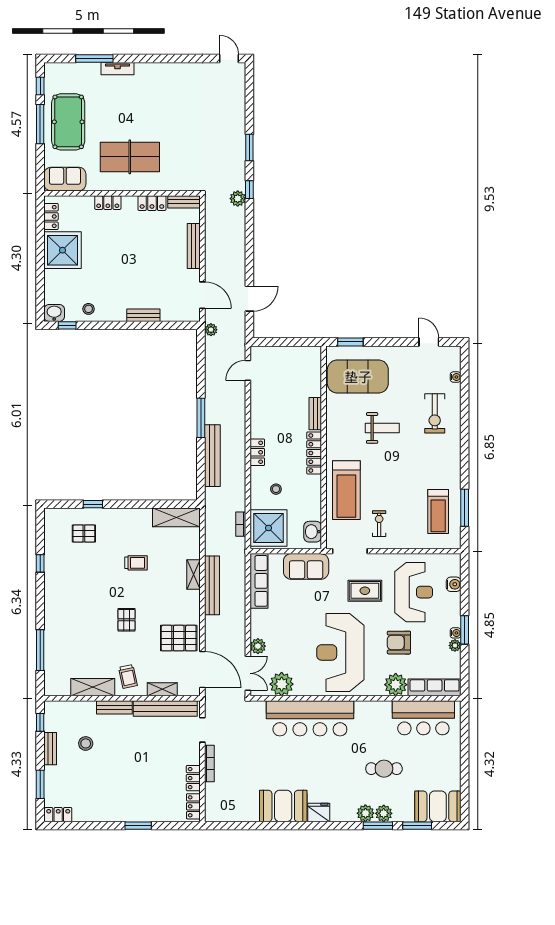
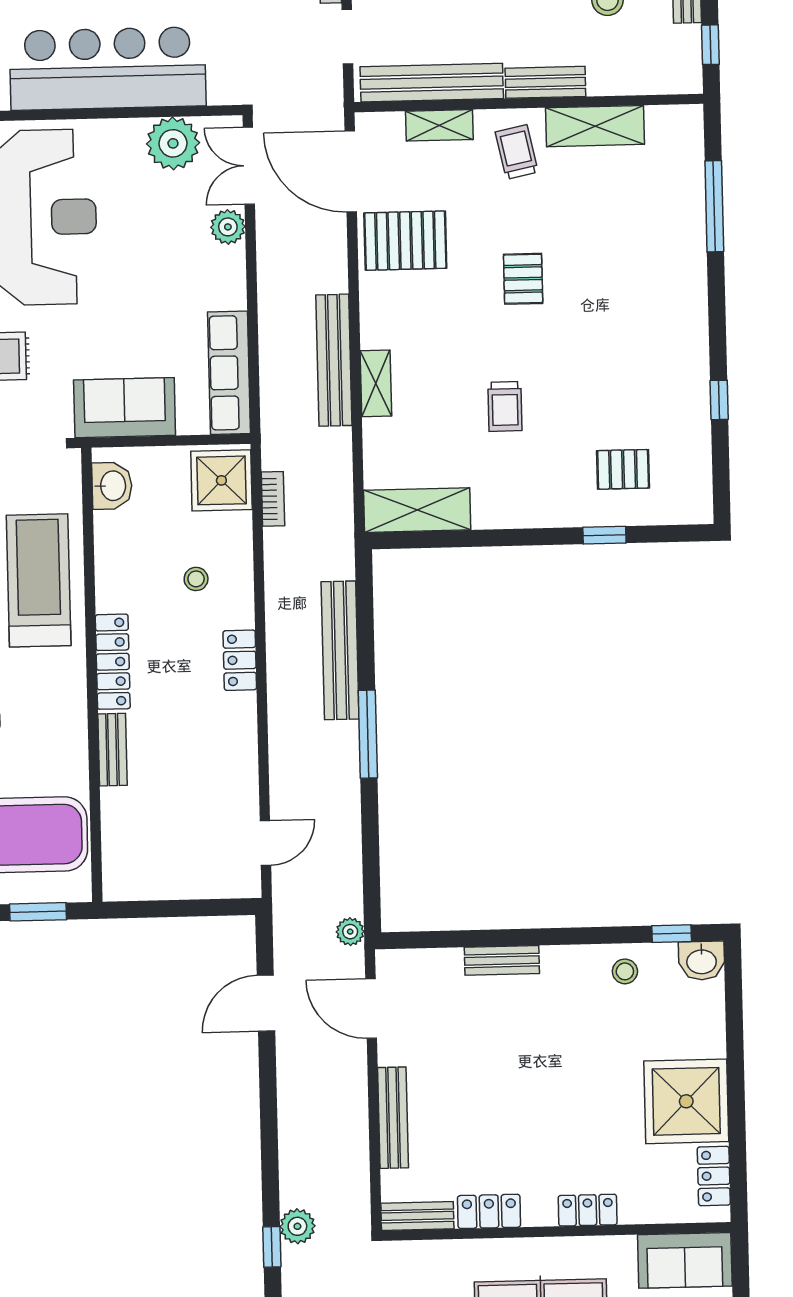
shower: (268, 528) -> (221, 480), width x0.73, depth x0.73
trolley: (136, 563) -> (505, 406), turned -90

